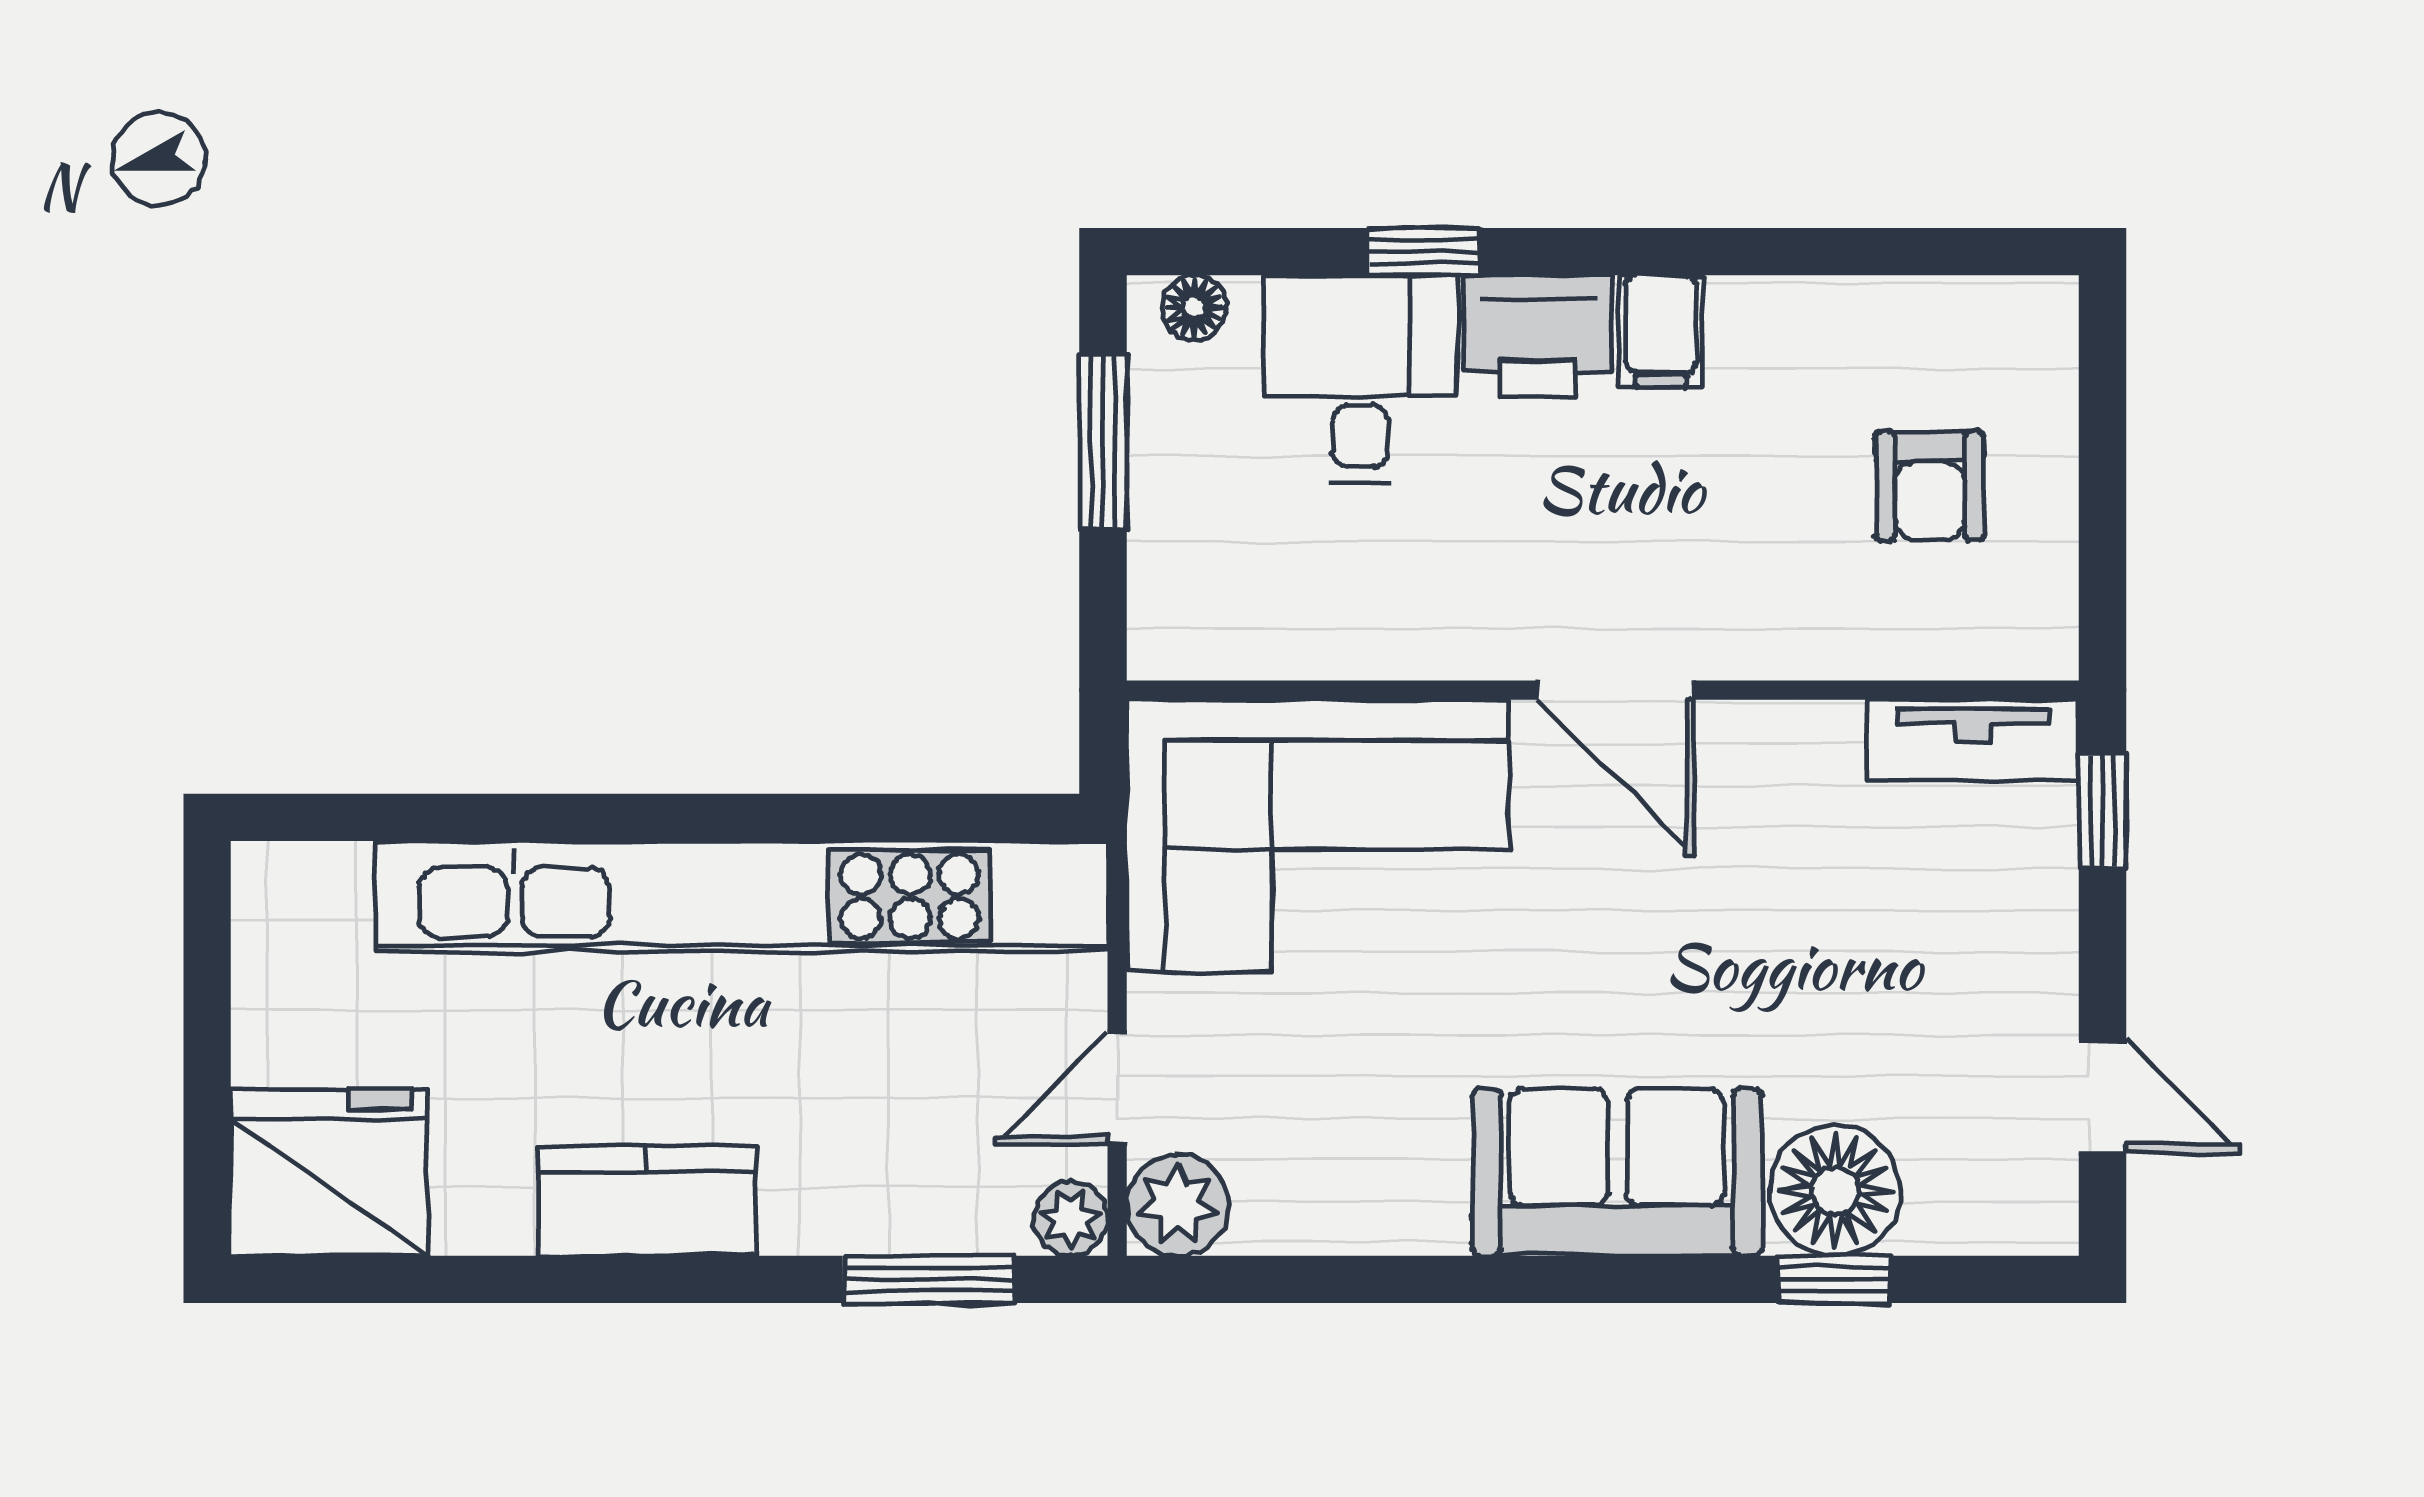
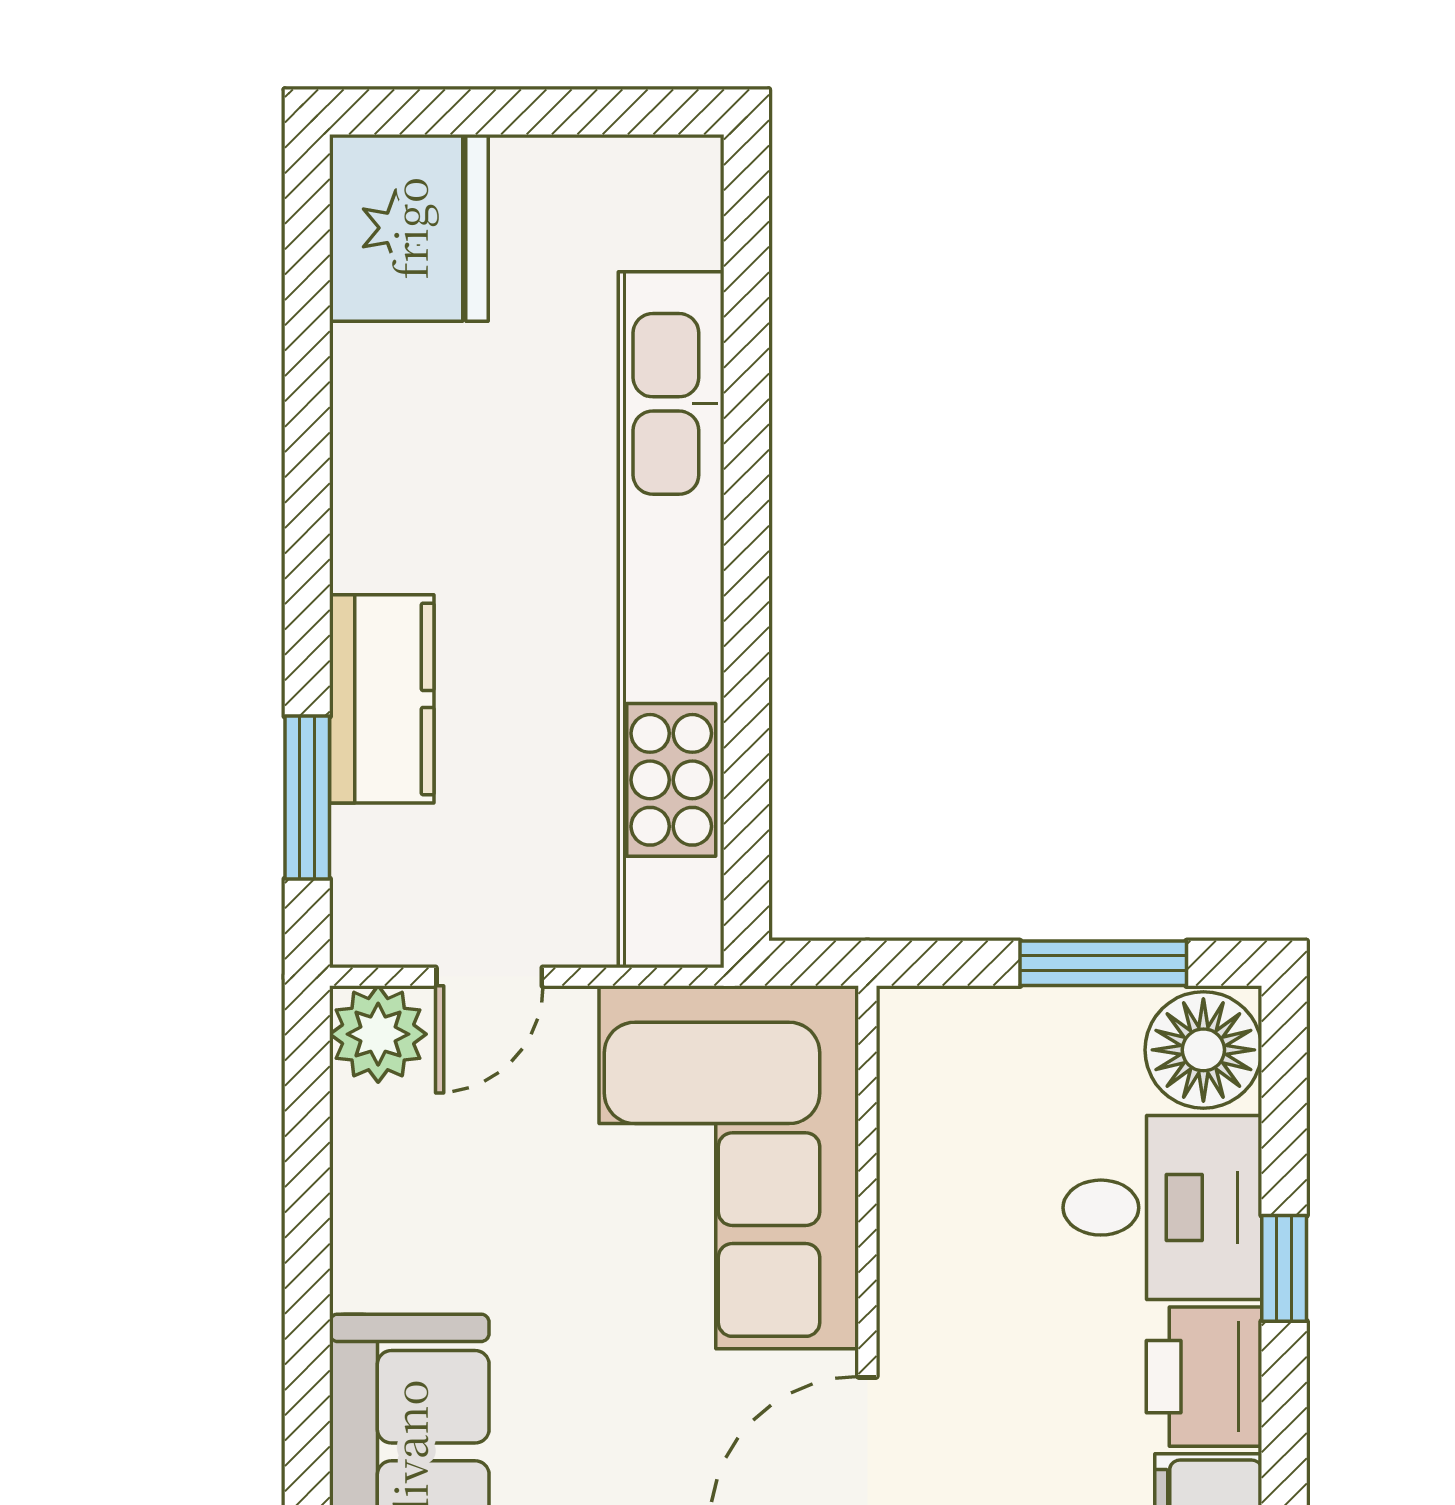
floor lamp: (1194, 308) -> (1203, 1050), width x1.89, depth x1.89
door: (1117, 1088) -> (489, 977), swing flipped
kitchen counter: (647, 1201) -> (382, 699), moved
plant: (1071, 1219) -> (365, 933), removed

